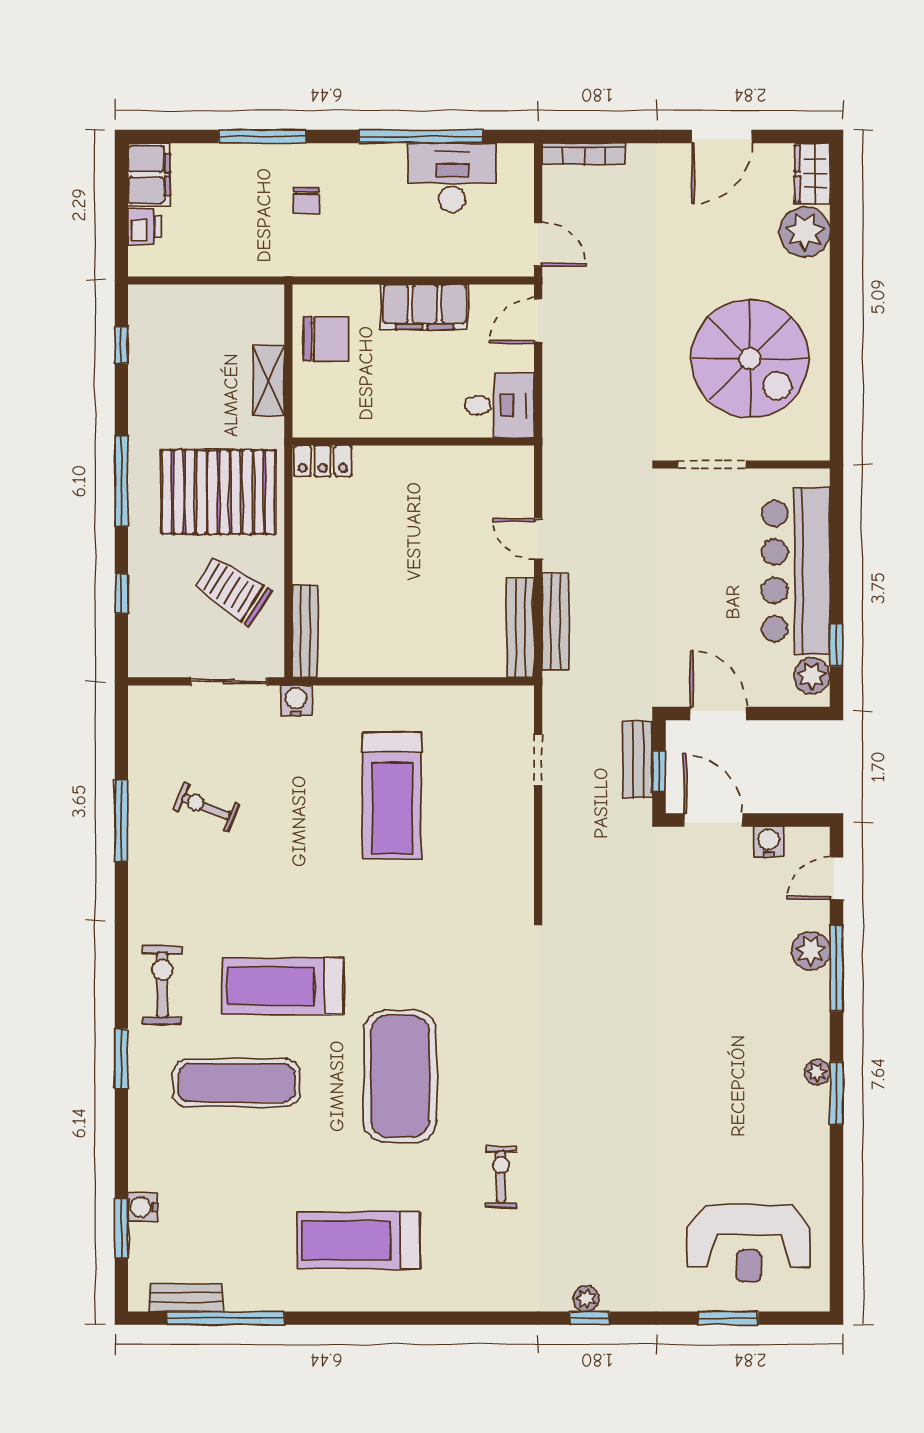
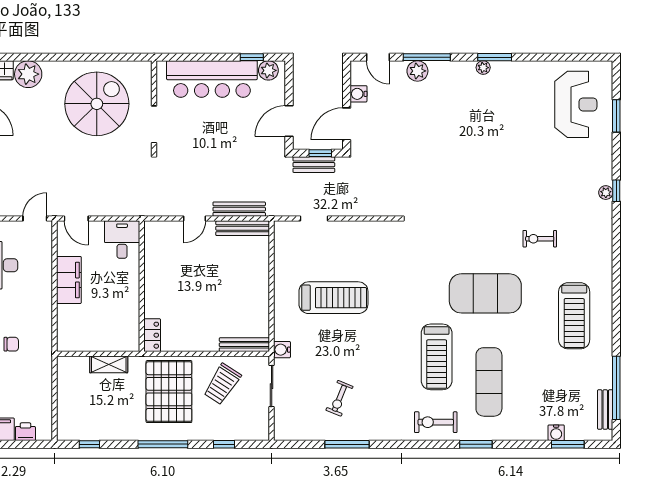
chair: (326, 339) -> (86, 333), removed

